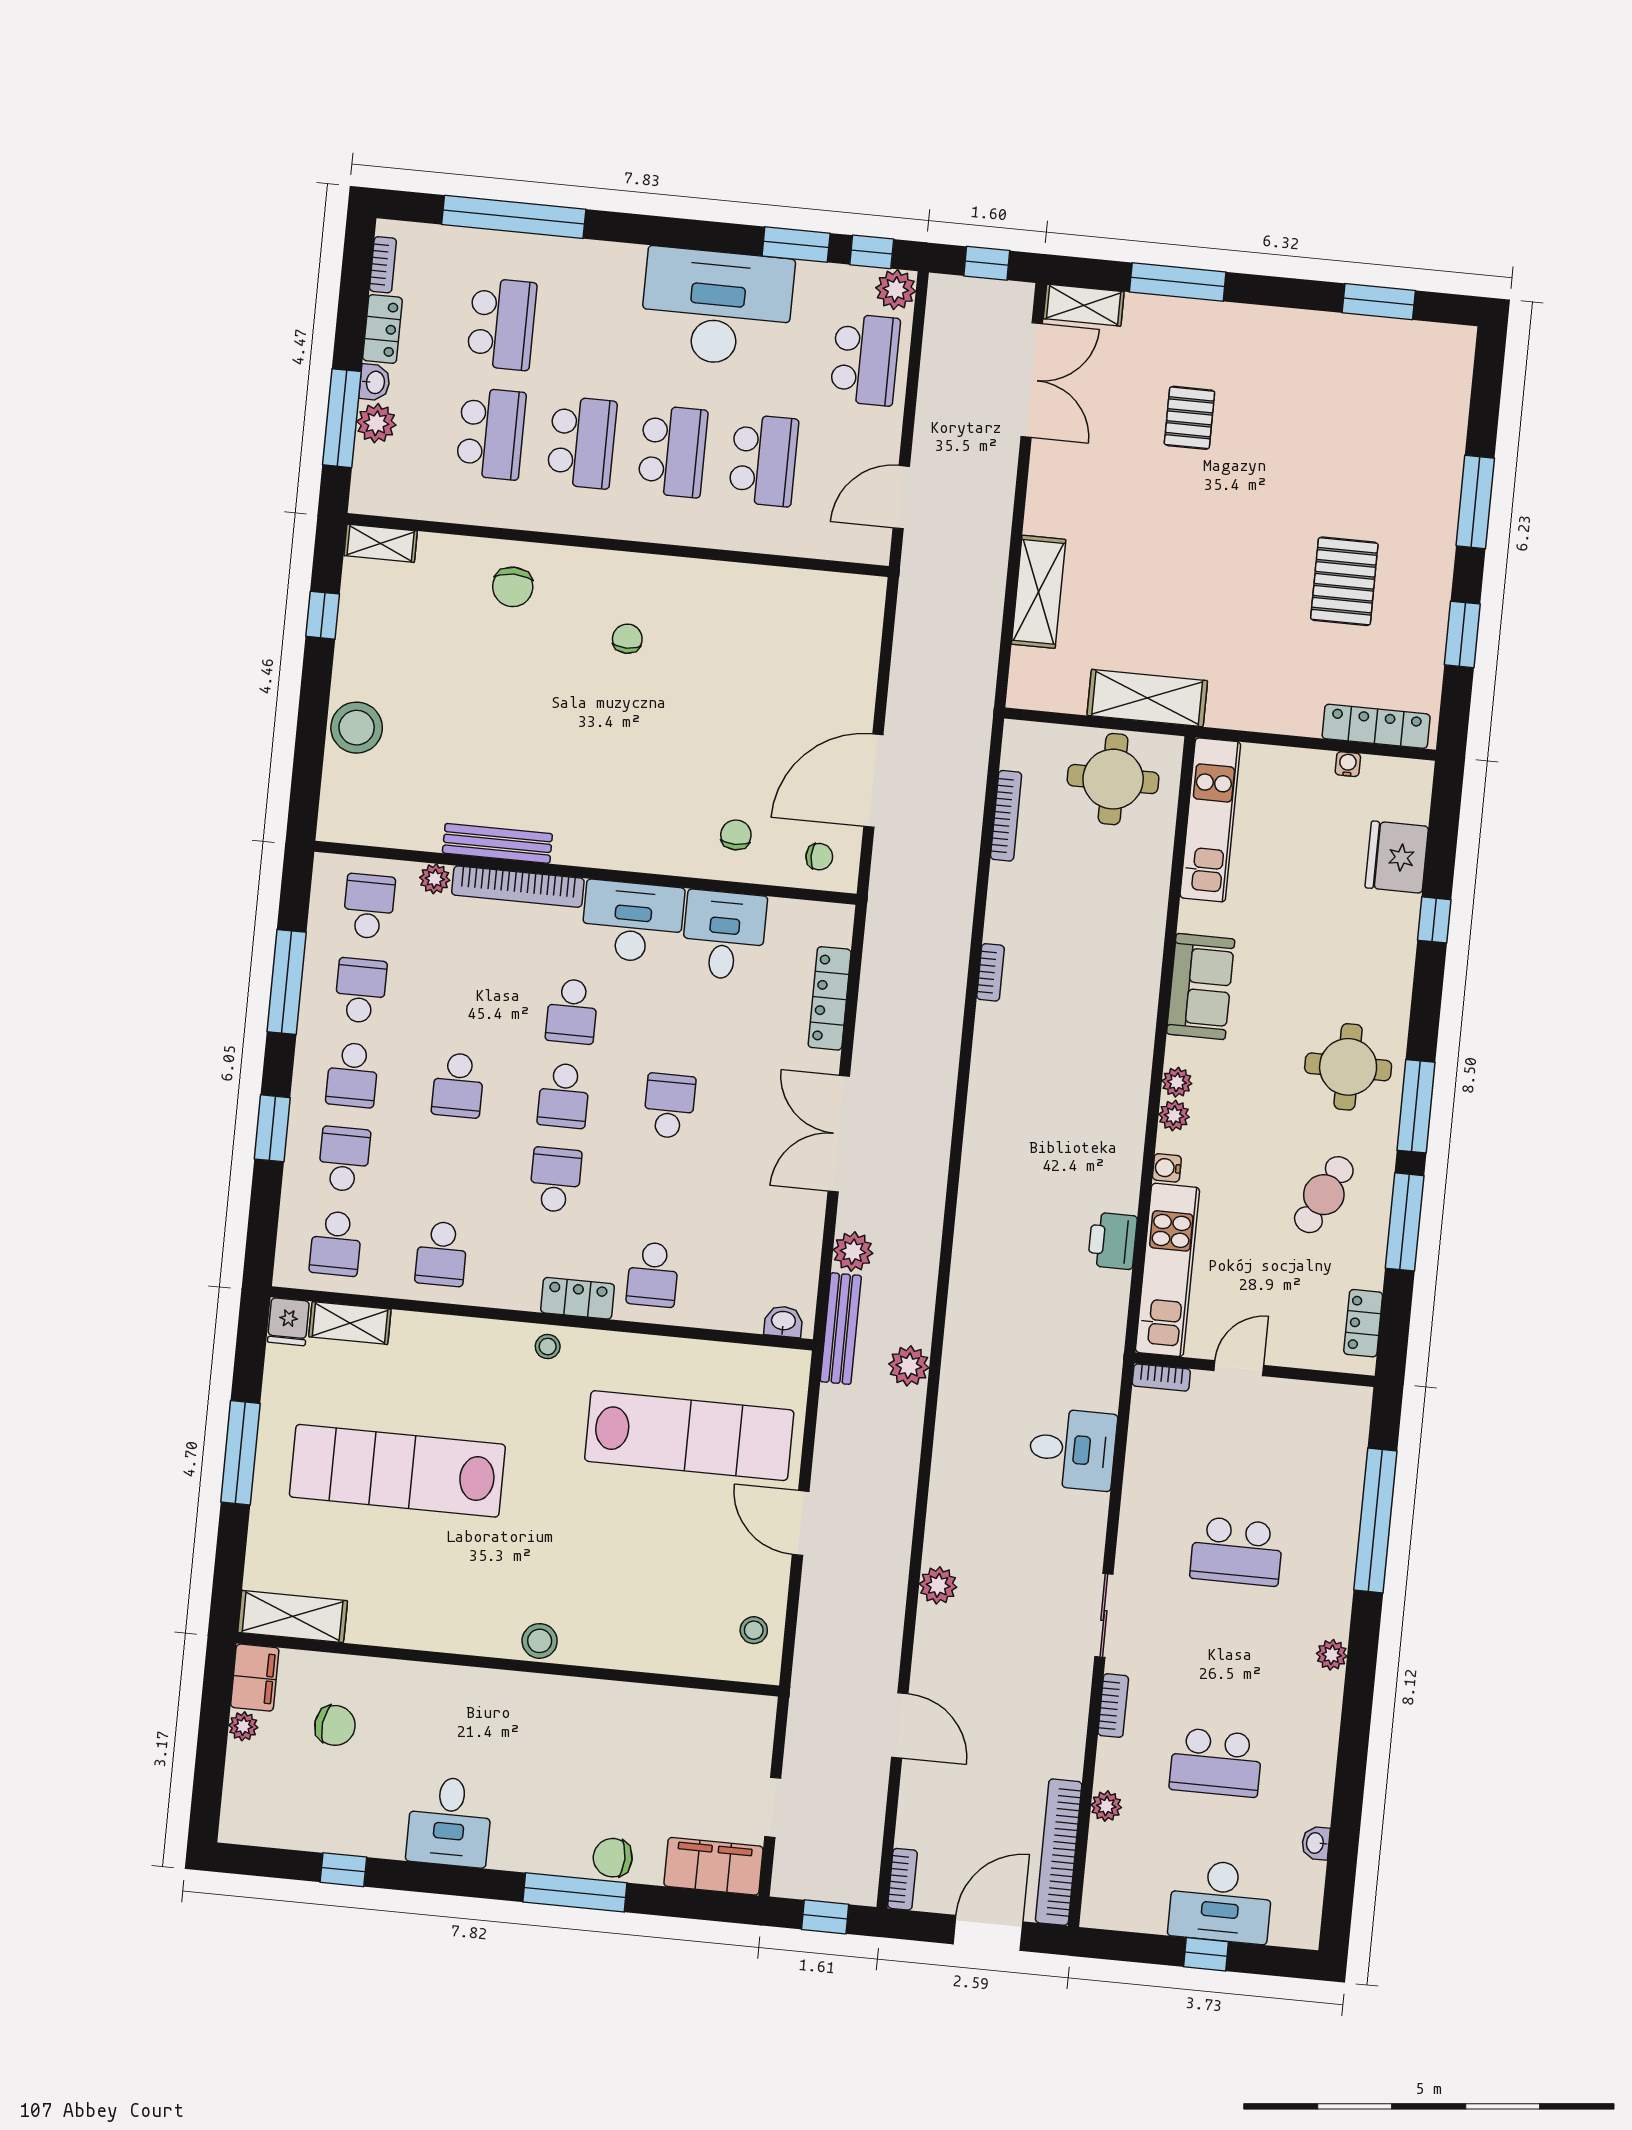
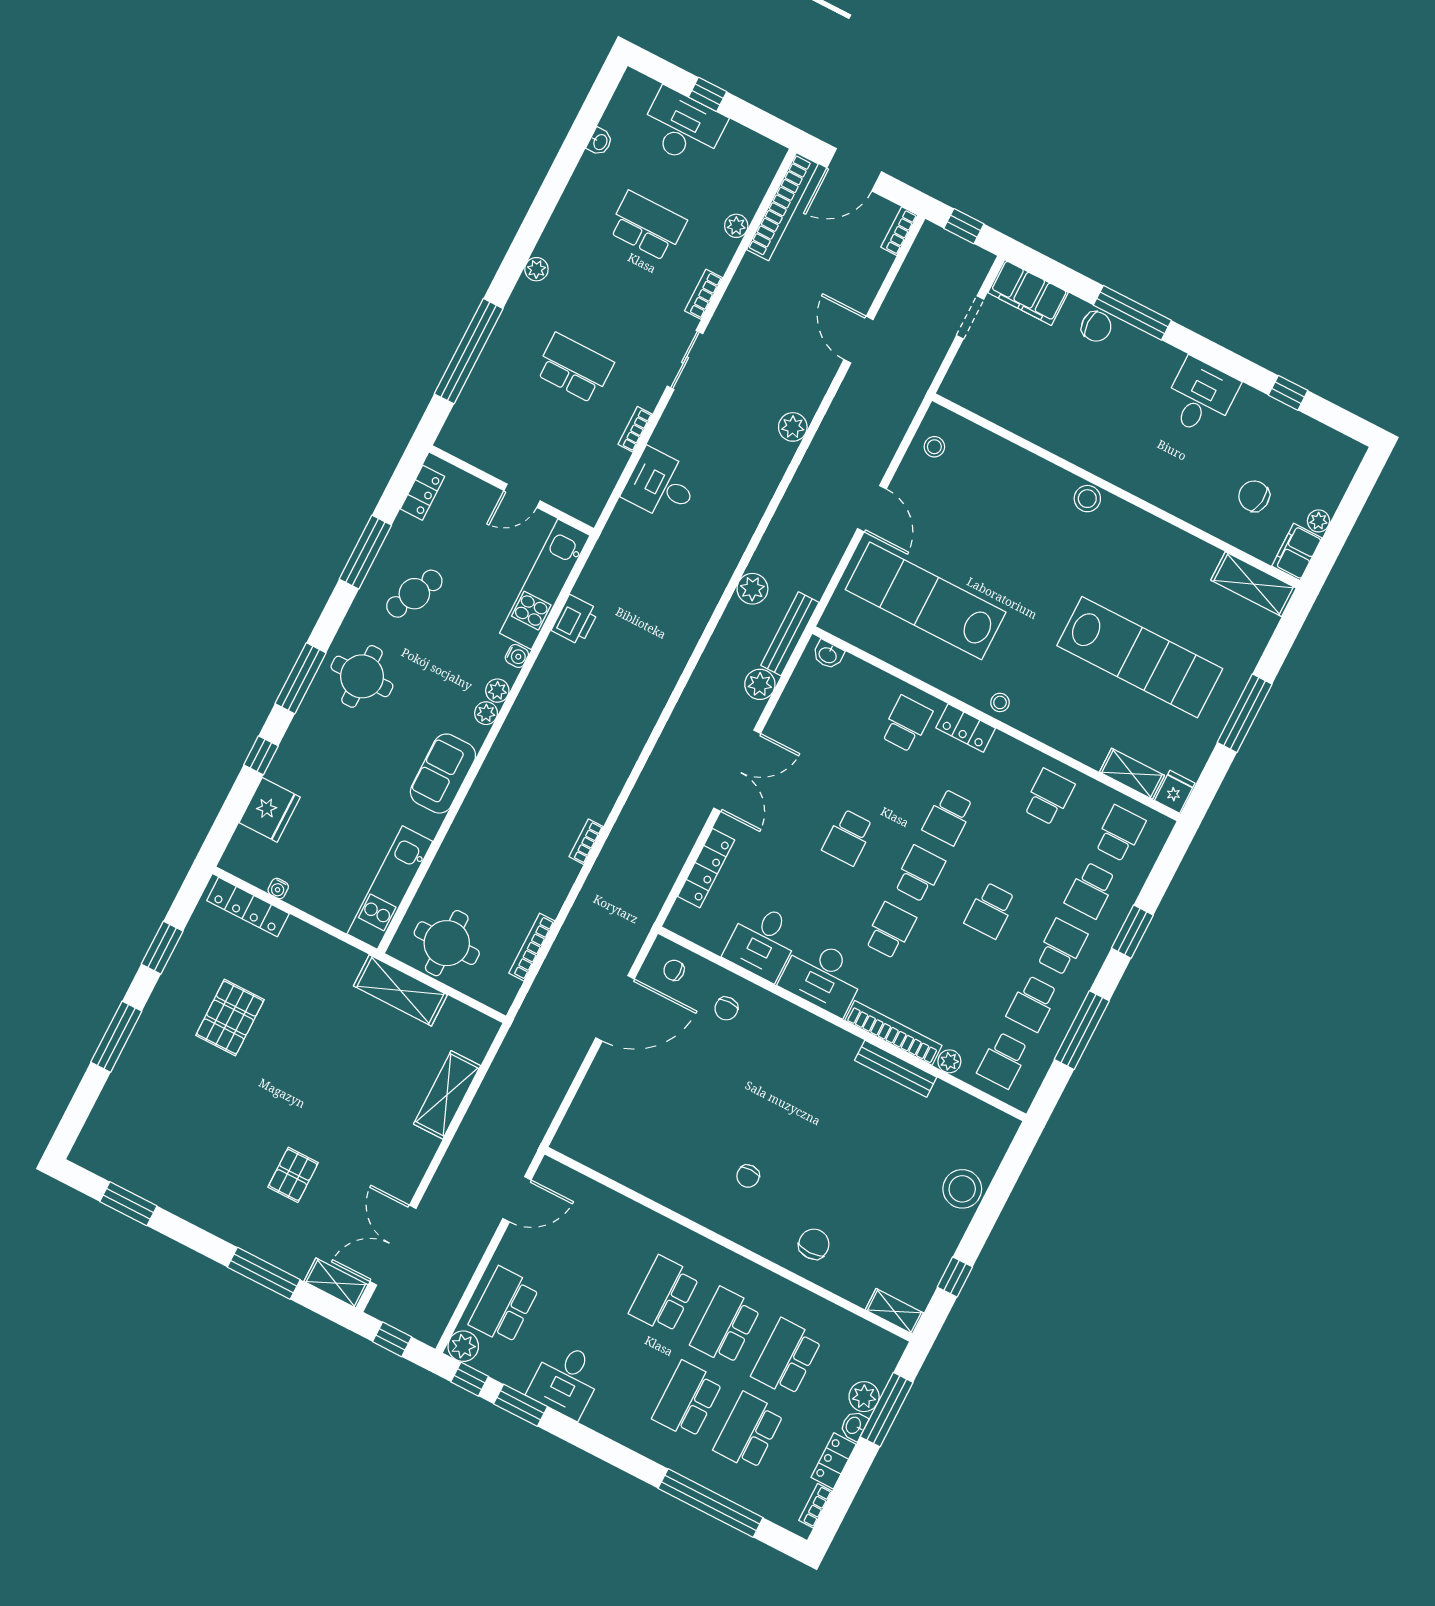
desk: (717, 307) -> (566, 1380), width x0.53, depth x0.77
school desk: (764, 460) -> (688, 1400), moved
school desk: (458, 1085) -> (990, 910), turned 180
window: (1416, 1106) -> (301, 678), moved
bookcase: (1161, 1377) -> (635, 429), moved, turned -90

